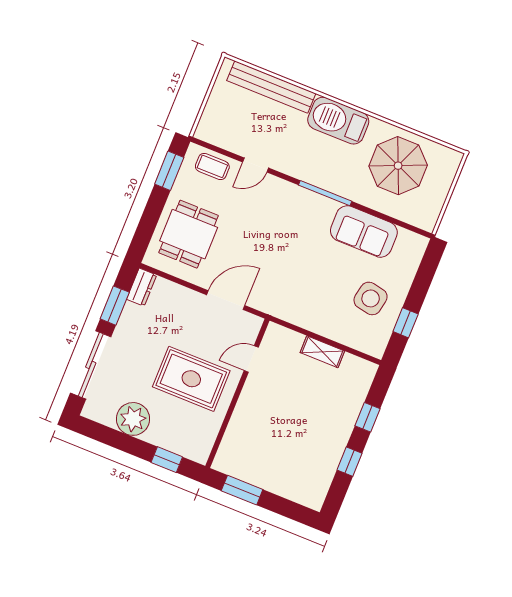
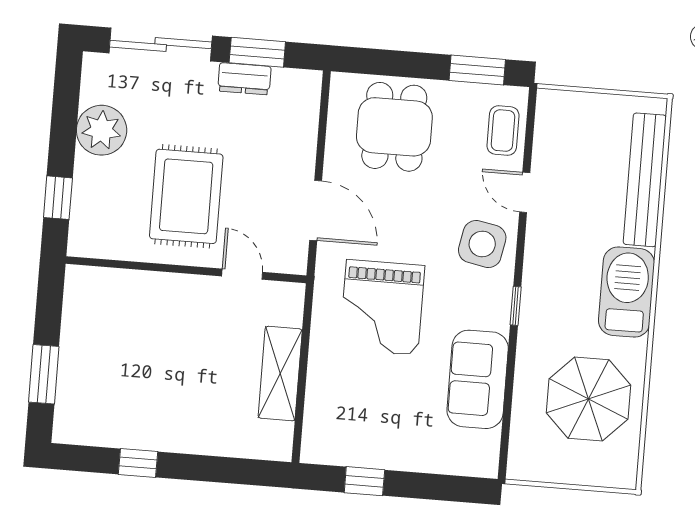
window: (325, 193) -> (516, 306), width x0.46
dining table: (189, 234) -> (394, 127), turned 90
grand piano: (300, 277) -> (382, 307), added
dresser: (142, 287) -> (244, 79), moved
side table: (371, 298) -> (482, 244), moved
shelving: (322, 352) -> (280, 374), width x1.50, depth x1.33
window: (367, 417) -> (210, 469), removed
window: (242, 490) -> (44, 374), moved

